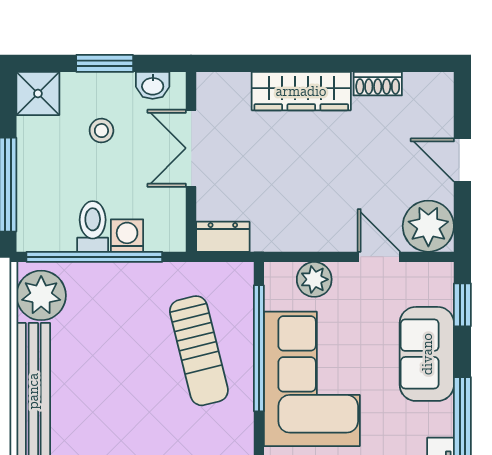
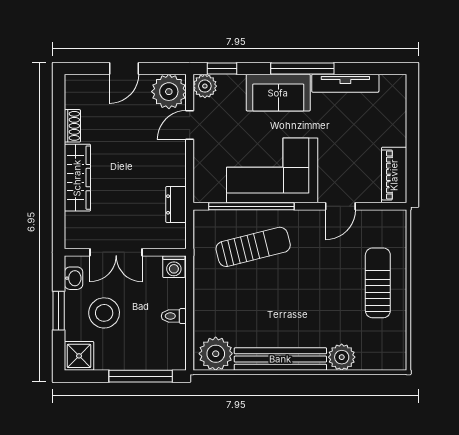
stool: (101, 131) -> (104, 313), width x1.89, depth x1.89
toilet: (93, 226) -> (174, 316), width x0.73, depth x0.72
washing machine: (127, 236) -> (174, 267), moved, turned -90
dresser: (223, 237) -> (176, 204), moved
window: (94, 257) -> (190, 318), removed
plant: (314, 279) -> (205, 86), moved
sofa: (427, 354) -> (278, 93), moved

